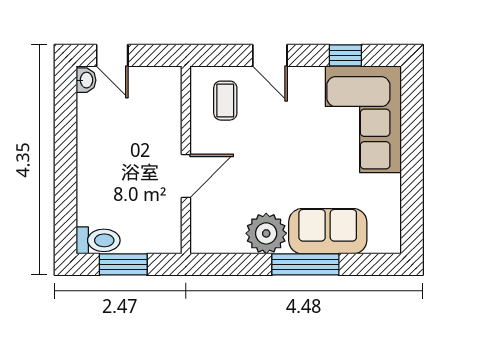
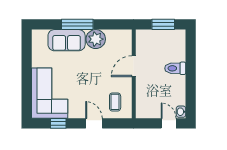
toilet: (98, 240) -> (175, 68), moved

